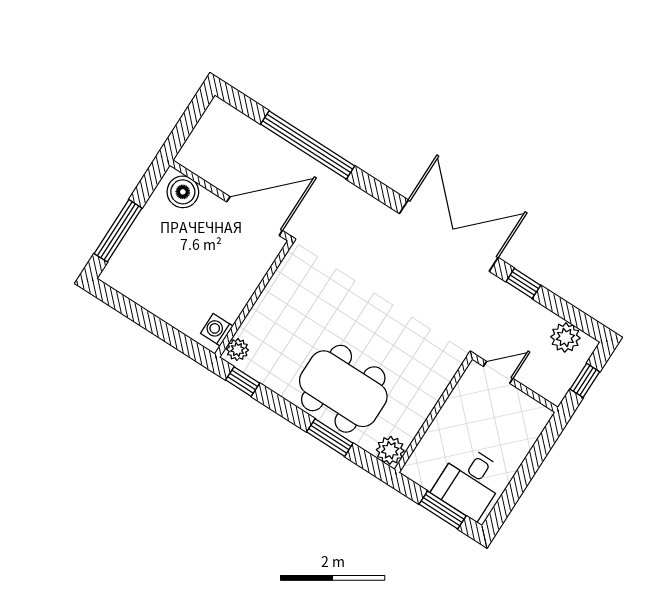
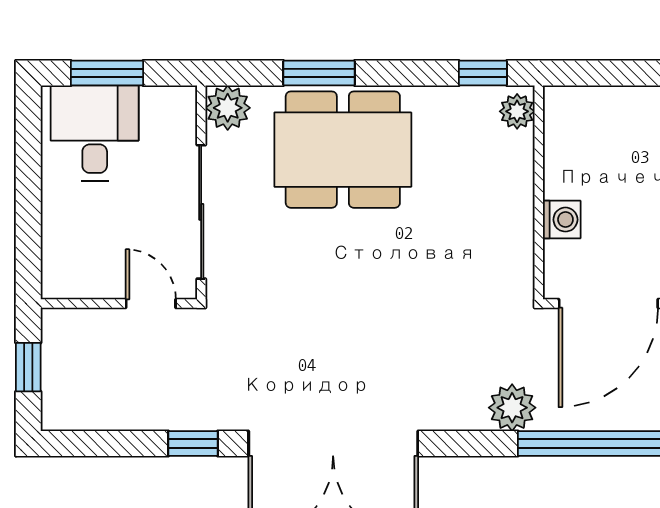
washing machine: (217, 330) -> (562, 220), moved
plant: (565, 337) -> (512, 408), moved
door: (498, 372) -> (151, 304), swing flipped
sliding door: (440, 404) -> (201, 212), added

